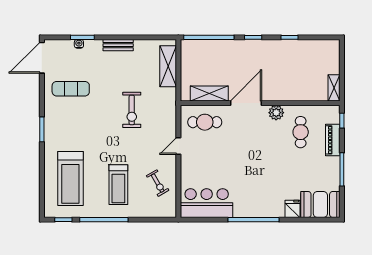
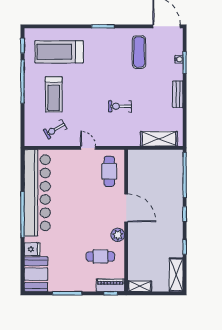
shelving: (209, 93) -> (176, 275), moved
exercise bike: (132, 110) -> (120, 106), width x0.73, depth x0.72
piano: (333, 140) -> (110, 285), moved
treadmill: (118, 185) -> (54, 94), turned -90
bar counter: (207, 203) -> (37, 193), width x1.86

